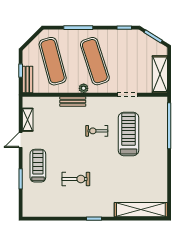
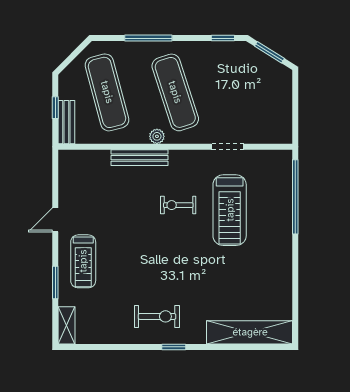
shelving: (160, 74) -> (280, 114), removed
bench: (73, 101) -> (140, 158), width x1.36
shelving: (28, 120) -> (66, 325), moved
treadmill: (128, 134) -> (230, 210), turned 180
treadmill: (38, 166) -> (83, 261), turned 180
exercise bike: (76, 179) -> (157, 316), moved

